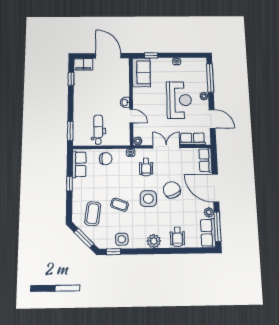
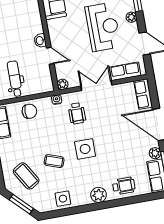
chair: (172, 190) -> (110, 135), removed
coffee table: (93, 214) -> (26, 176), turned -39
wheelchair: (177, 237) -> (124, 186), turned -90
window: (114, 252) -> (56, 214), removed

